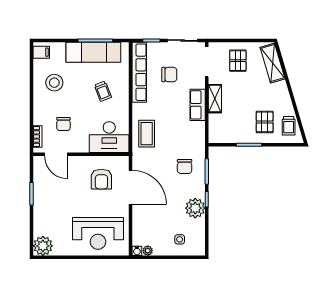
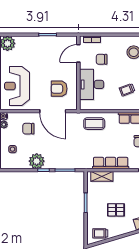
shelving: (215, 99) -> (102, 176), moved
row of seats: (198, 105) -> (111, 163), width x1.48
pallet: (265, 122) -> (116, 210), moved
desk: (109, 137) -> (92, 84), moved
chair: (185, 166) -> (28, 129), moved
door: (131, 187) -> (53, 111), hinge flipped

